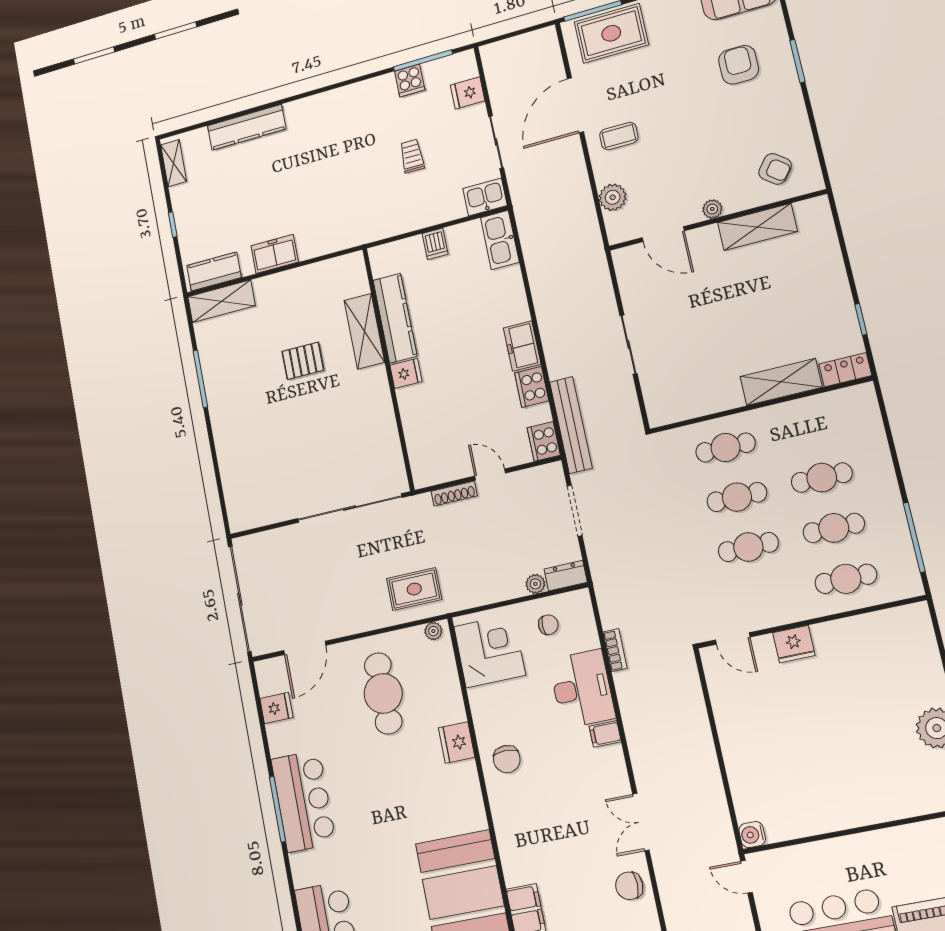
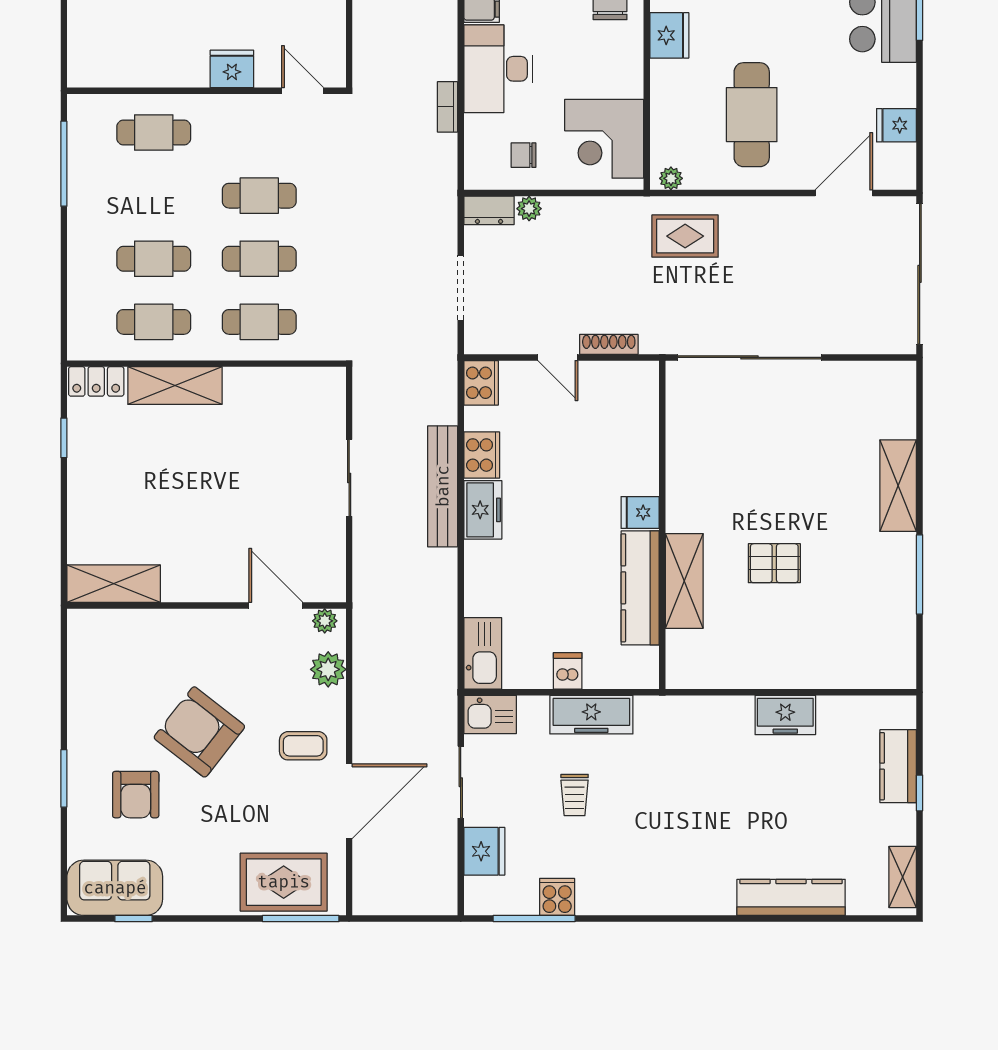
fridge: (468, 93) -> (484, 851), width x1.38
armchair: (775, 169) -> (199, 732), moved, width x1.88, depth x1.88
plant: (712, 209) -> (325, 621), moved
freezer: (412, 217) -> (591, 715), added
shelving: (757, 227) -> (114, 584), moved
kitchen counter: (214, 272) -> (898, 766), moved, turned 90
shelving: (222, 301) -> (898, 486), moved, turned 90
bench: (571, 425) -> (443, 486), moved
cafe table: (834, 528) -> (154, 322), moved

